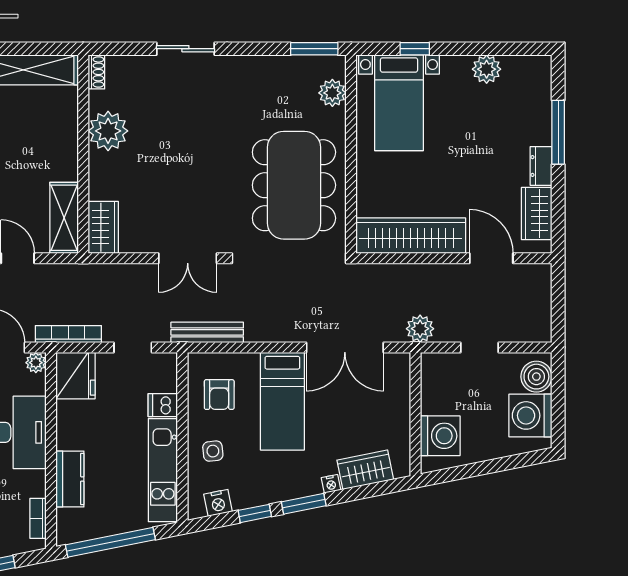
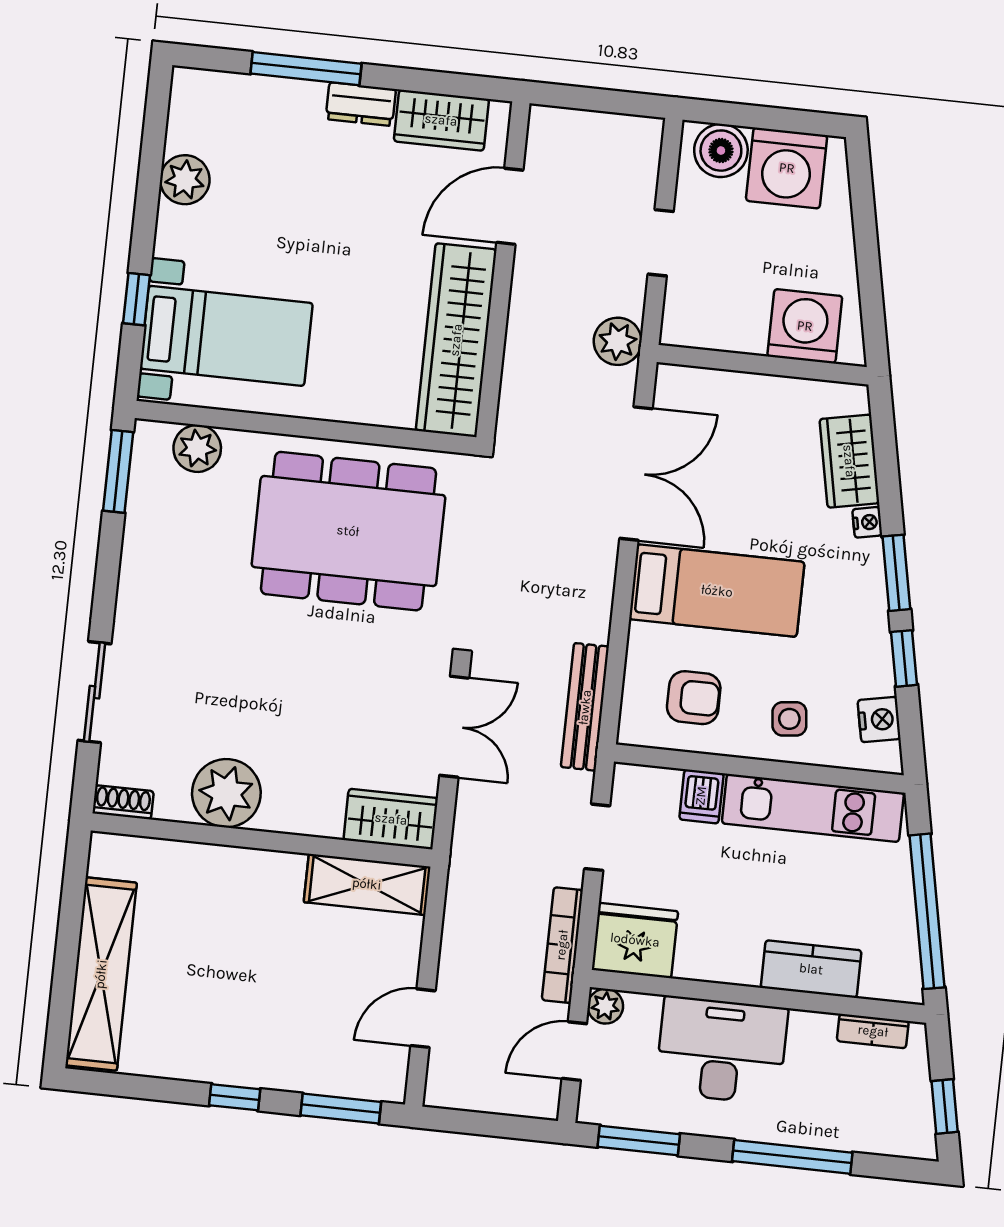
shoe rack: (96, 72) -> (123, 802), moved
plant: (108, 131) -> (226, 793), moved
wall: (83, 154) -> (261, 840), moved
shelving: (64, 218) -> (367, 884), moved
wardrobe: (103, 227) -> (391, 819), moved

